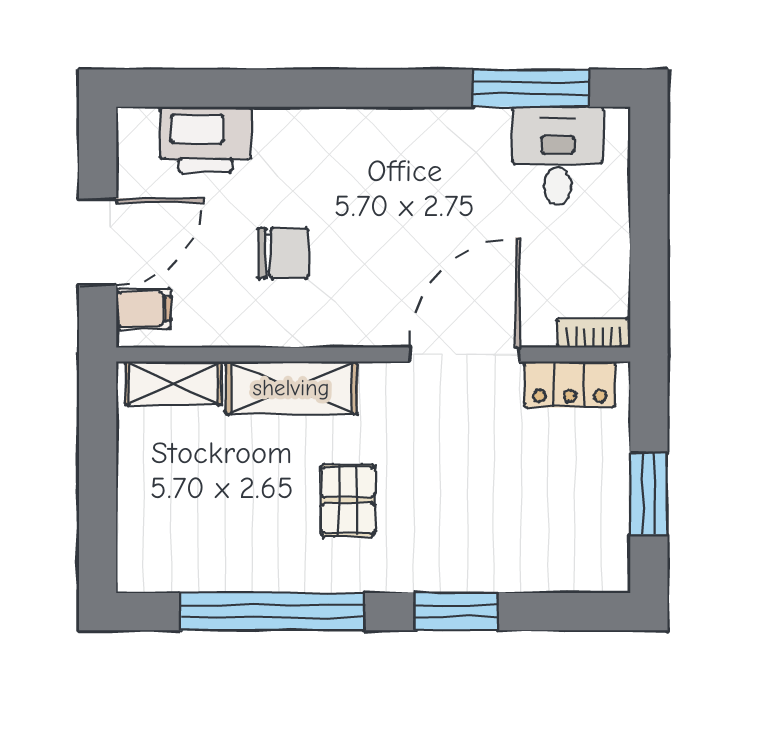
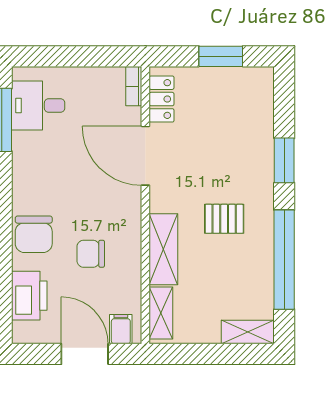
chair: (319, 148) -> (34, 234), added
chair: (283, 253) -> (91, 254), turned -90
shelving: (138, 544) -> (248, 332), added

